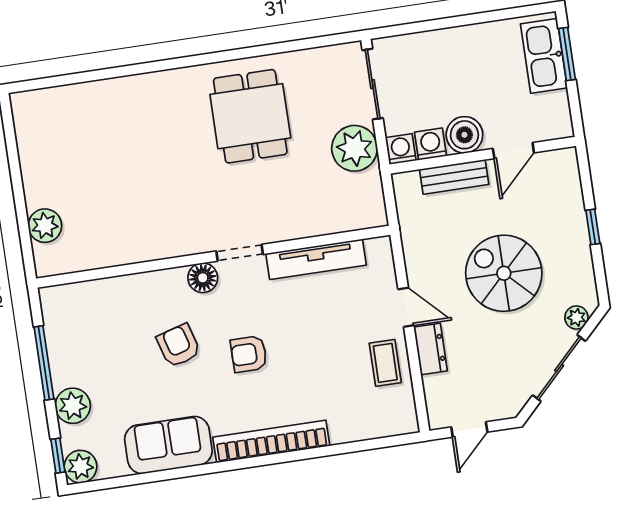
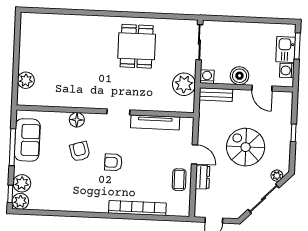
kitchen sink: (544, 56) -> (286, 49), width x0.73
washing machine: (431, 144) -> (287, 71), moved, turned -90
plant: (355, 148) -> (184, 84), moved
door: (513, 151) -> (262, 88), hinge flipped
bench: (454, 177) -> (216, 95), moved
floor lamp: (203, 278) -> (77, 120), moved
plant: (73, 406) -> (22, 183), moved
bookcase: (271, 441) -> (137, 208), moved
sofa: (168, 445) -> (27, 140), moved, turned 90

